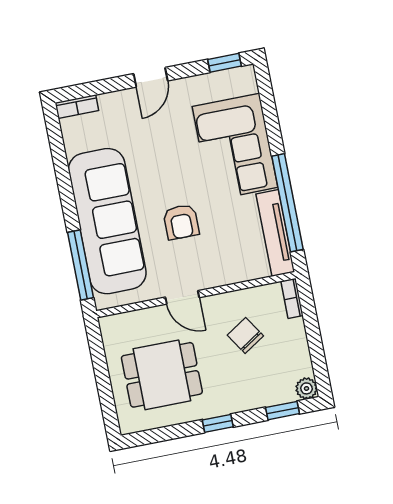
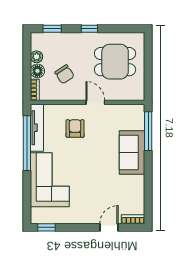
door: (151, 77) -> (109, 227), moved
sofa: (107, 221) -> (132, 153), width x0.54, depth x0.79
armchair: (181, 222) -> (75, 128), moved
floor lamp: (294, 332) -> (37, 71), added
plant: (307, 388) -> (37, 57), moved

